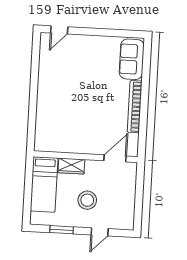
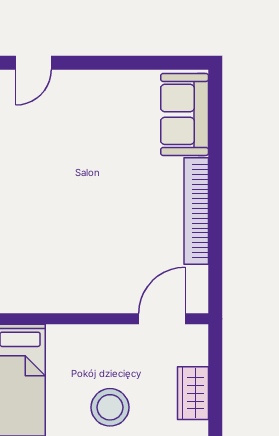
wardrobe: (71, 166) -> (193, 393), moved, turned 90

